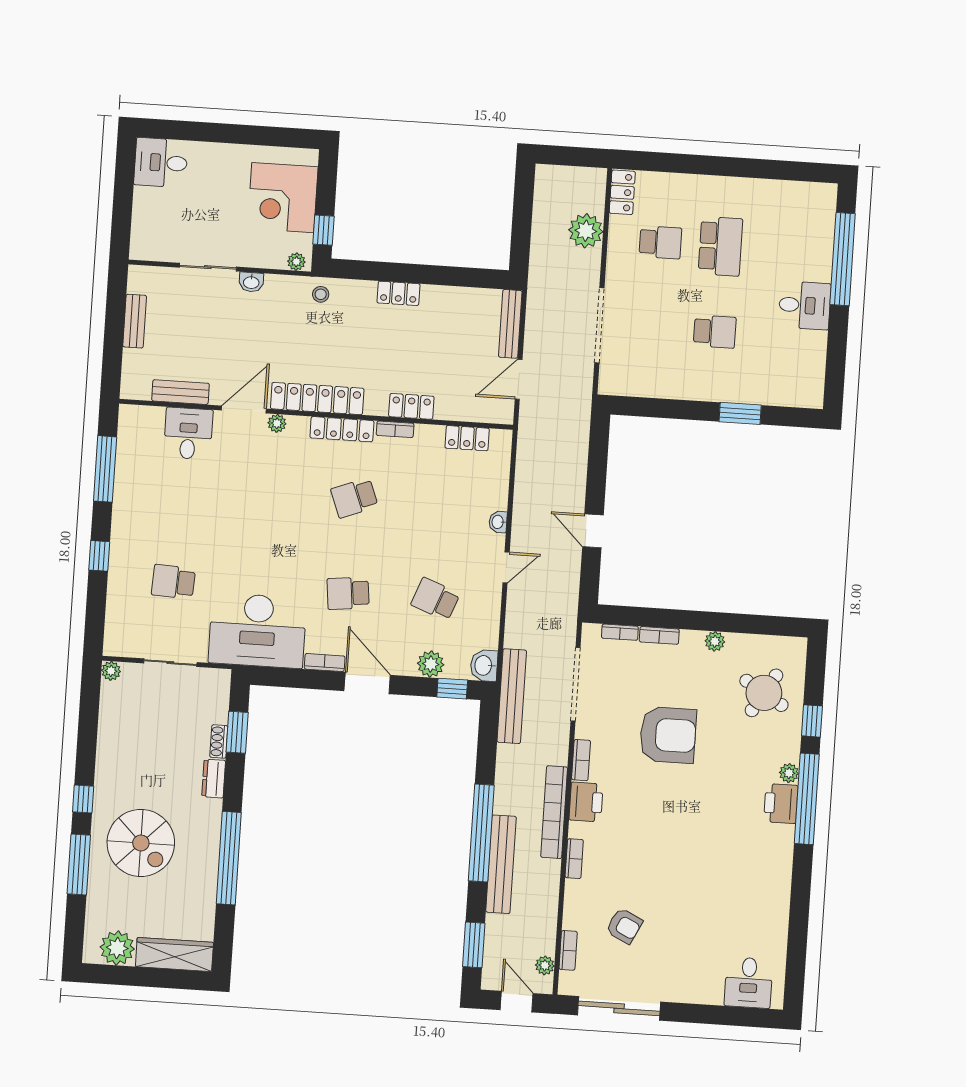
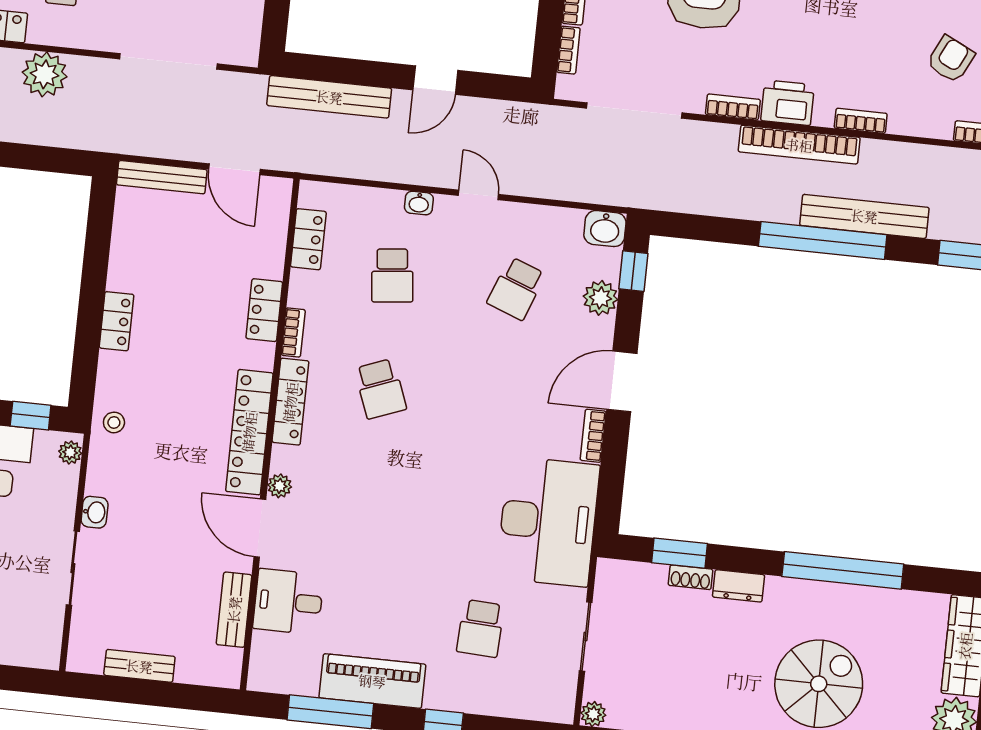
piano: (130, 500) -> (372, 681), added
school desk: (348, 593) -> (392, 275), moved
bench: (512, 696) -> (329, 97), moved

